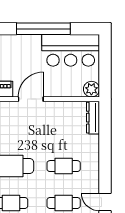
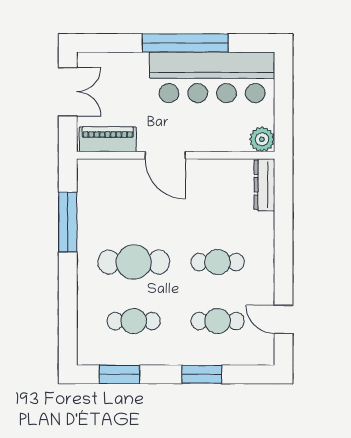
bar counter: (71, 50) -> (212, 77), width x1.36
door: (31, 99) -> (165, 155), swing flipped

